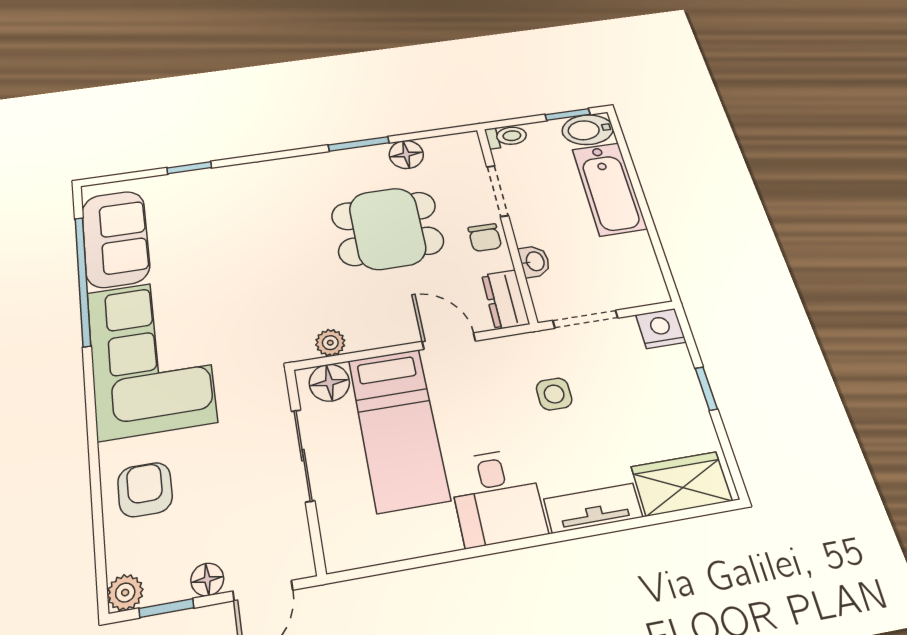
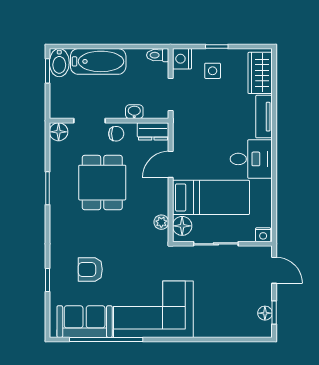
toilet: (506, 136) -> (158, 55), moved, turned -90
floor lamp: (406, 154) -> (59, 132), moved
side table: (554, 394) -> (213, 71), moved
armchair: (145, 490) -> (90, 269), moved
nightstand: (338, 552) -> (263, 235), added
floor lamp: (207, 579) -> (265, 313), moved
plant: (125, 593) -> (264, 330), removed

